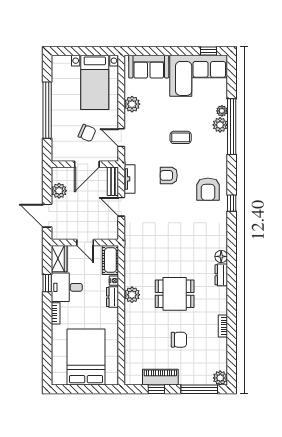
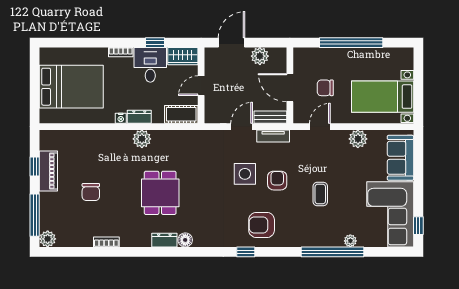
plant: (220, 125) -> (334, 239), removed
chair: (87, 133) -> (325, 88), turned 67
side table: (163, 204) -> (245, 174), added
nightstand: (114, 281) -> (121, 118), moved
dining table: (175, 294) -> (160, 193), moved

